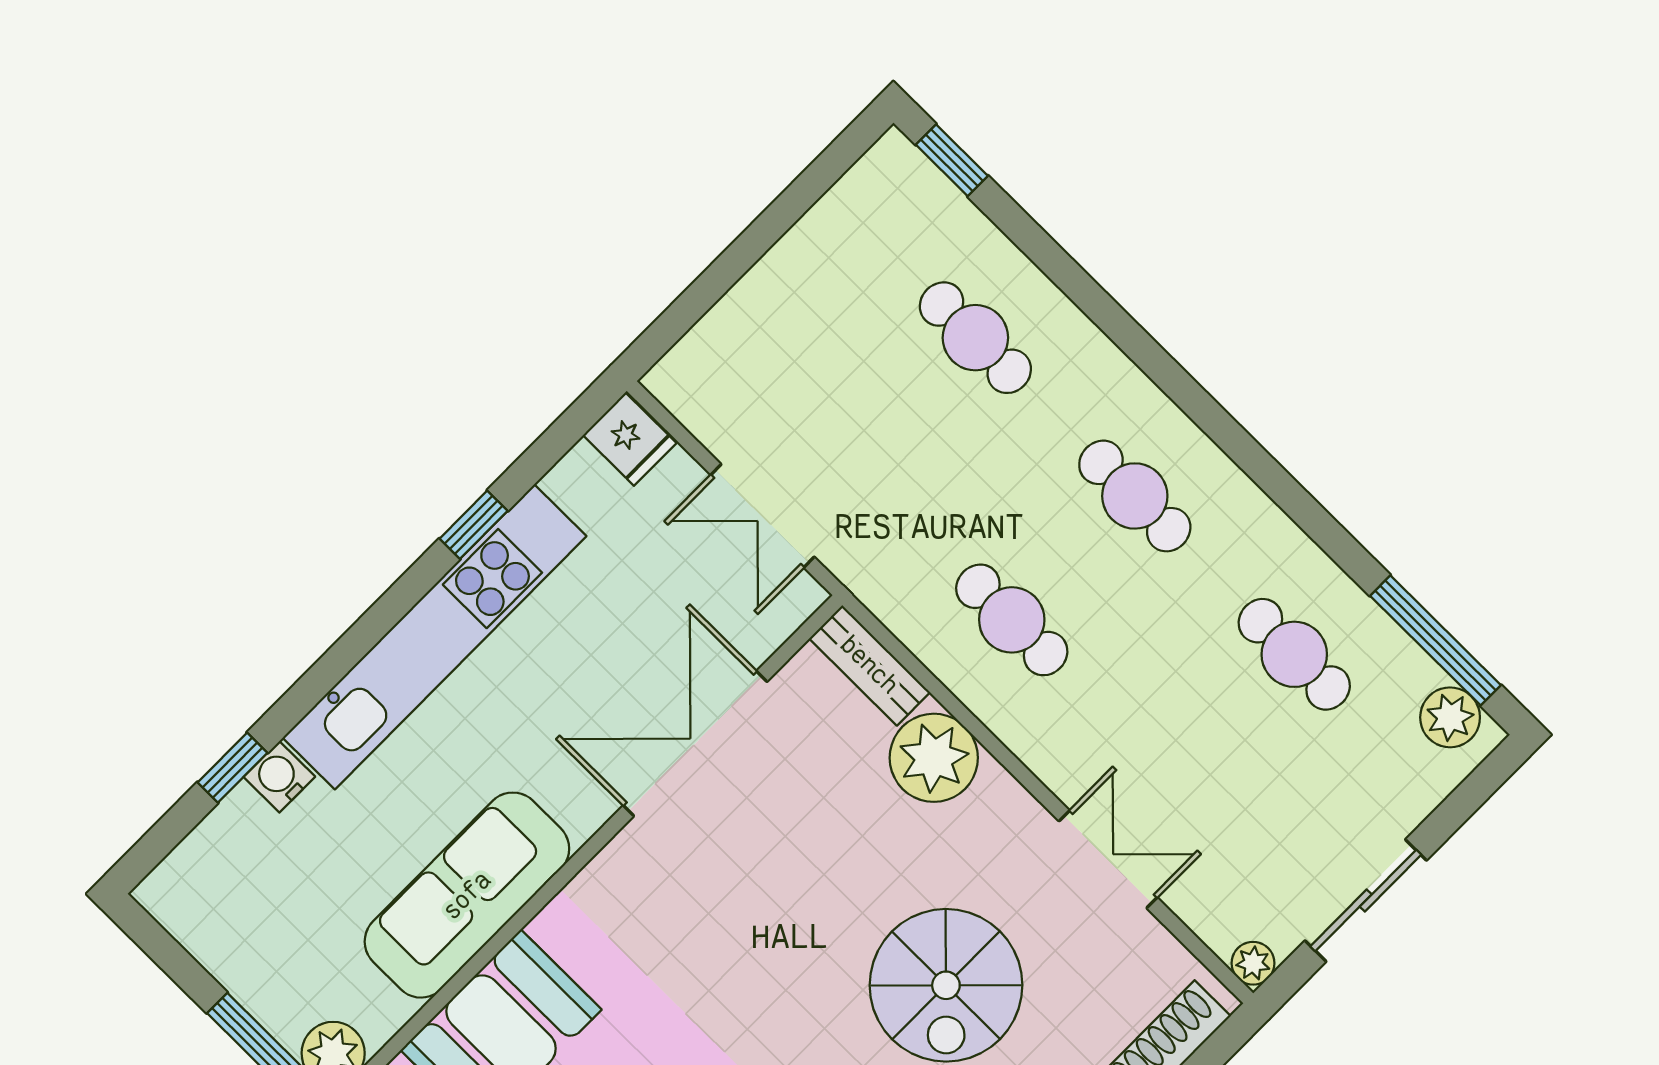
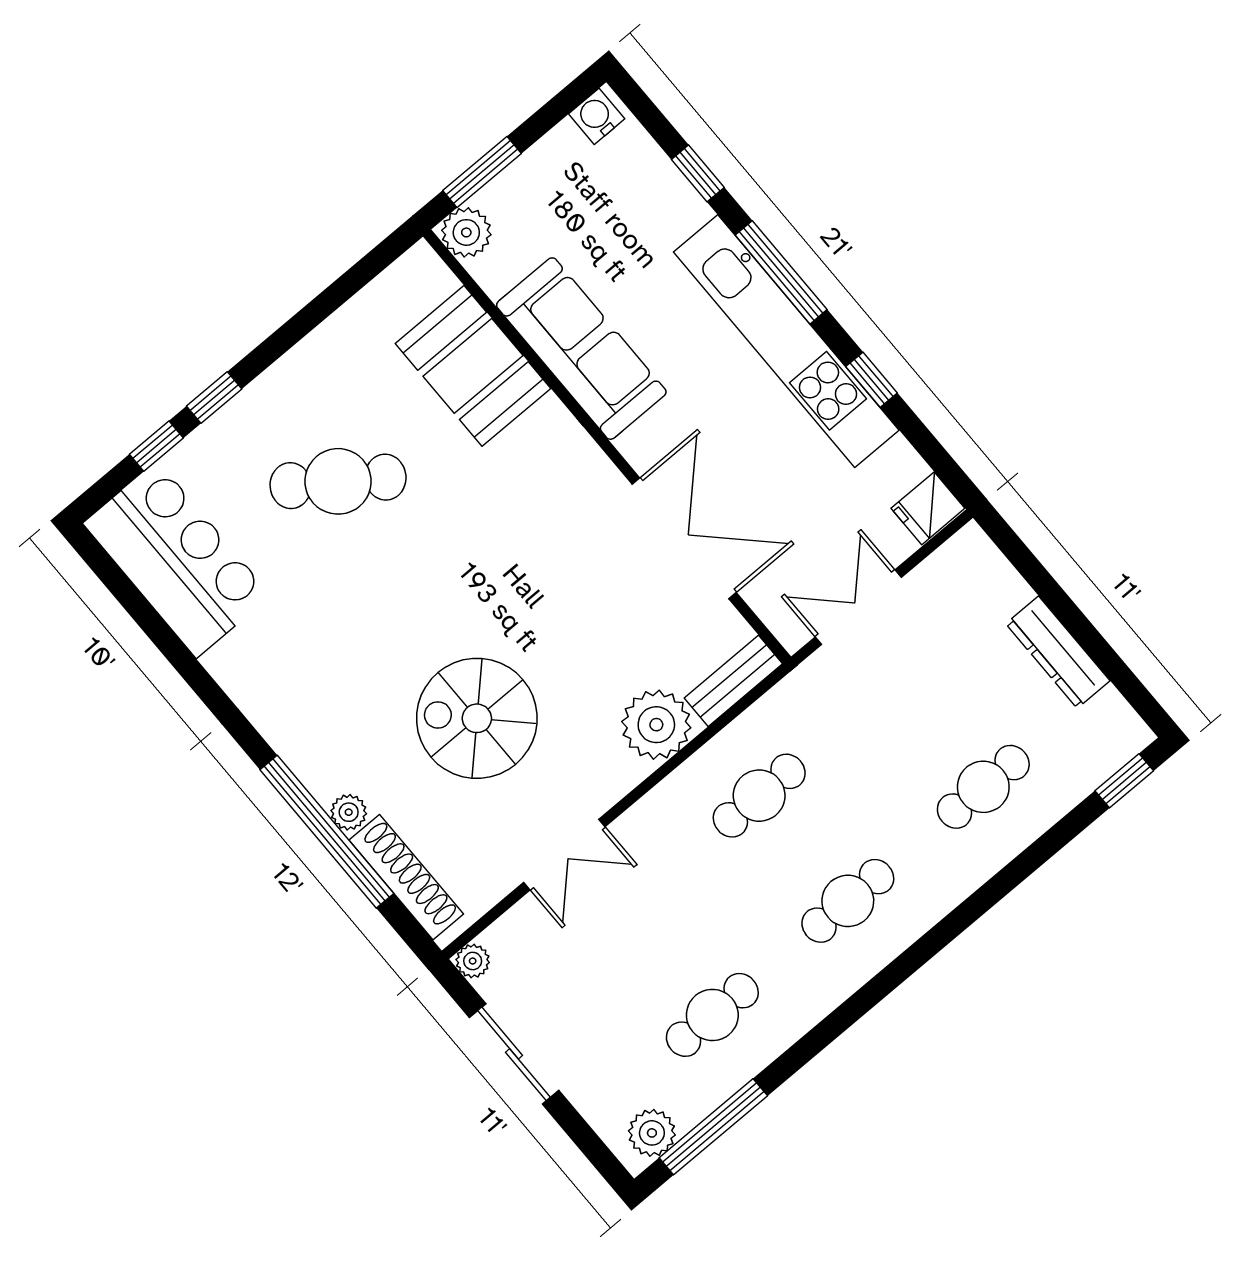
dresser: (797, 259) -> (1058, 652), added
window: (348, 651) -> (781, 272), added
water cooler: (279, 777) -> (597, 116), moved, turned -90

